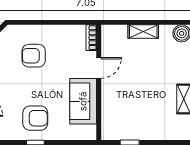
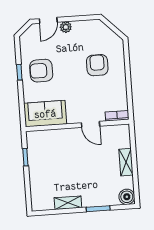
sofa: (83, 101) -> (45, 114), moved
armchair: (35, 118) -> (41, 71), turned 90

